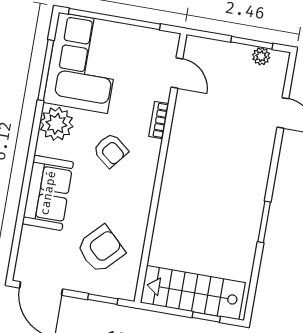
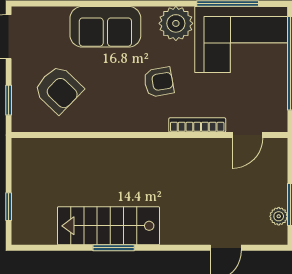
bookcase: (159, 120) -> (197, 125), width x1.56
armchair: (111, 150) -> (159, 82), turned -139
stairs: (193, 293) -> (108, 226), moved, turned -90

